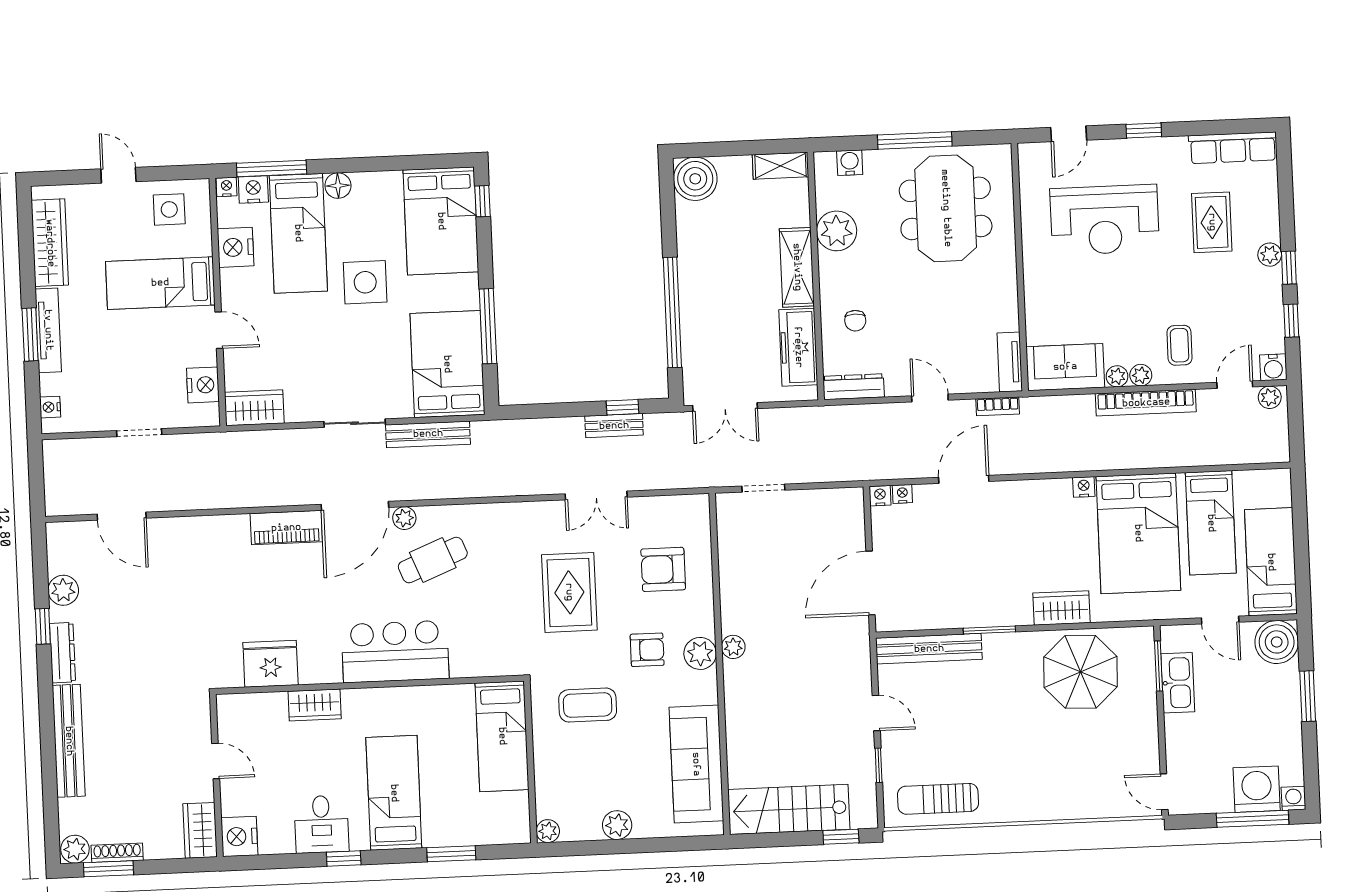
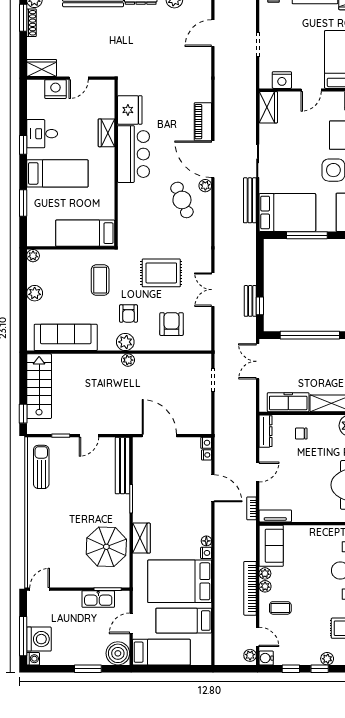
floor lamp: (1062, 487) -> (206, 541), added
bar counter: (395, 652) -> (133, 154), moved
nightstand: (239, 836) -> (55, 89), moved

